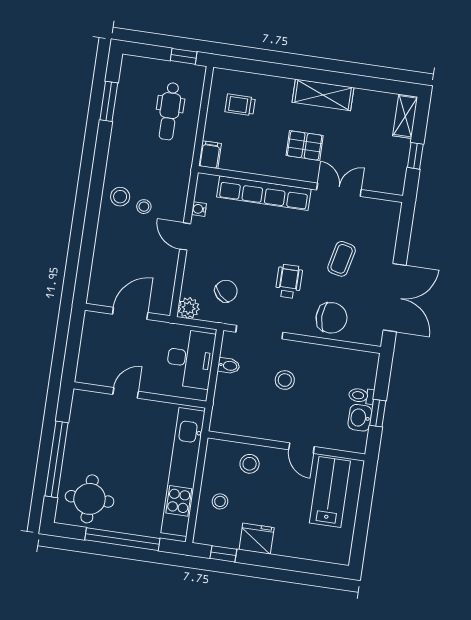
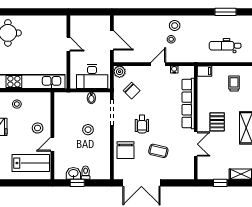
wheelchair: (289, 281) -> (142, 124), turned 90
window: (57, 459) -> (27, 12), removed
stool: (250, 464) -> (38, 128), moved

